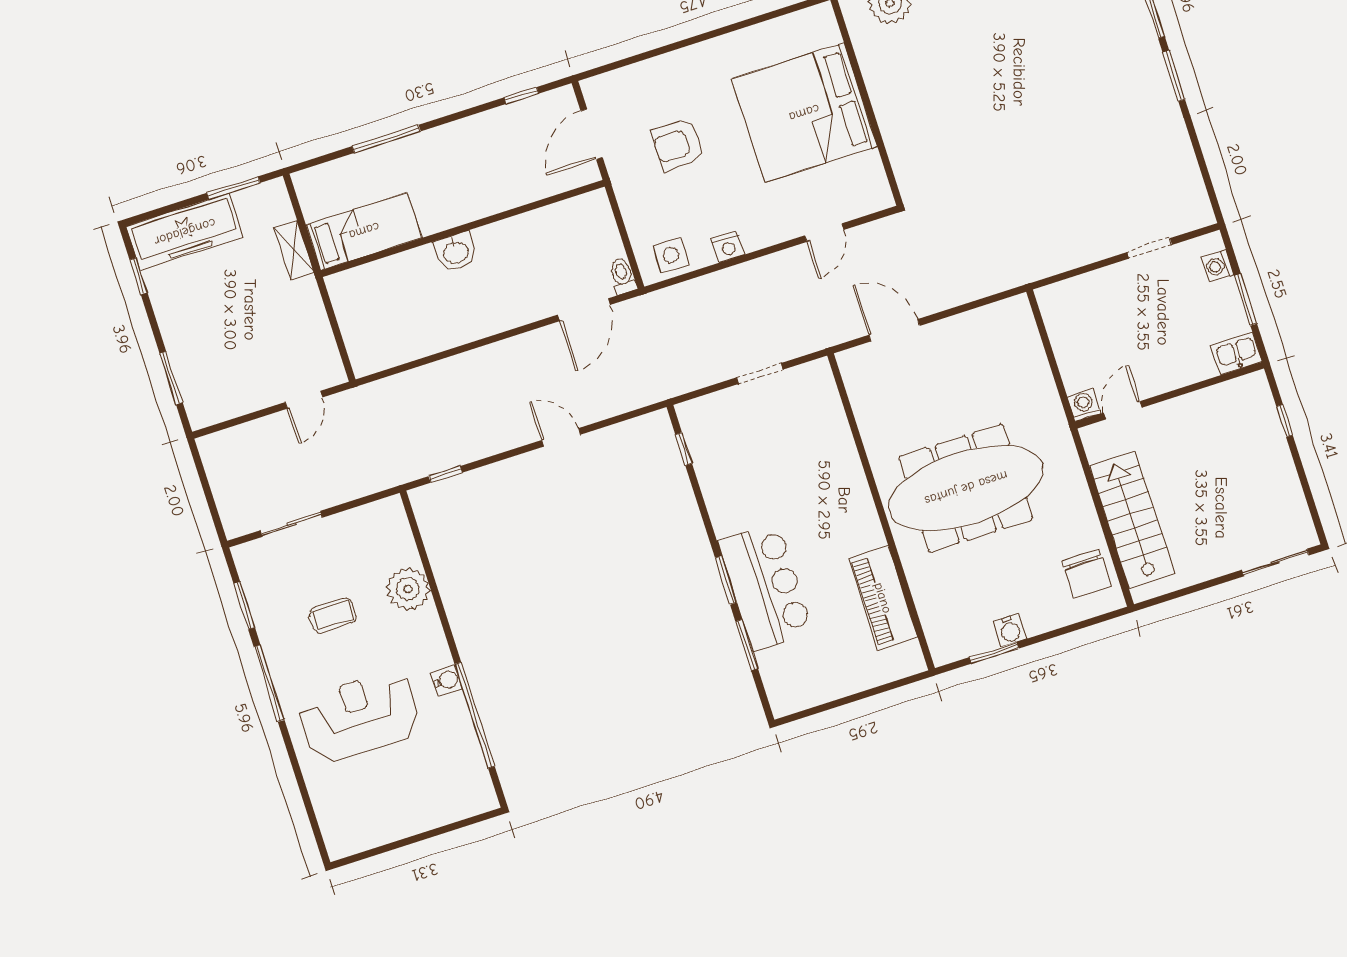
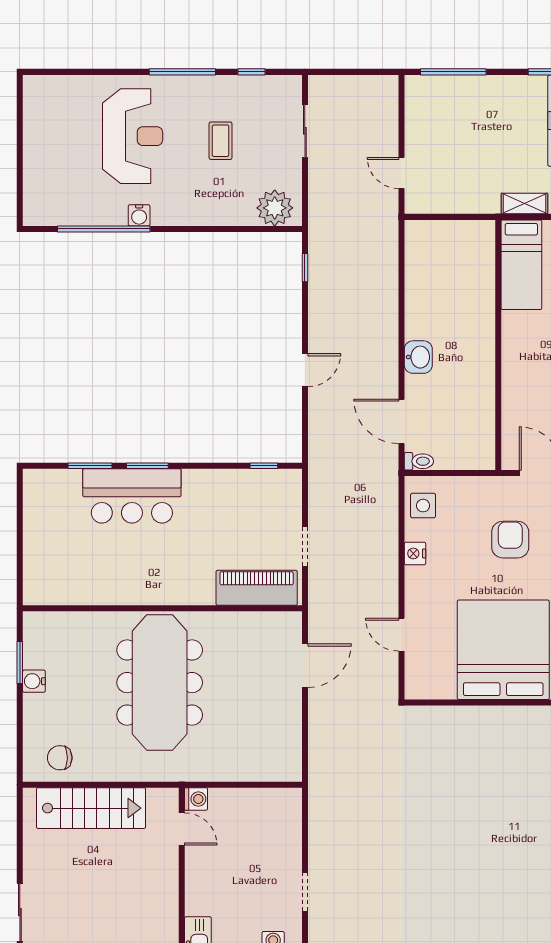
washbasin: (455, 252) -> (418, 357), moved, turned 180
window: (171, 378) -> (453, 72), width x1.44
chair: (1087, 573) -> (60, 758), width x0.73, depth x0.73
plant: (408, 589) -> (275, 208), moved
piano: (883, 598) -> (257, 588), moved
window: (244, 606) -> (251, 72), width x0.67

